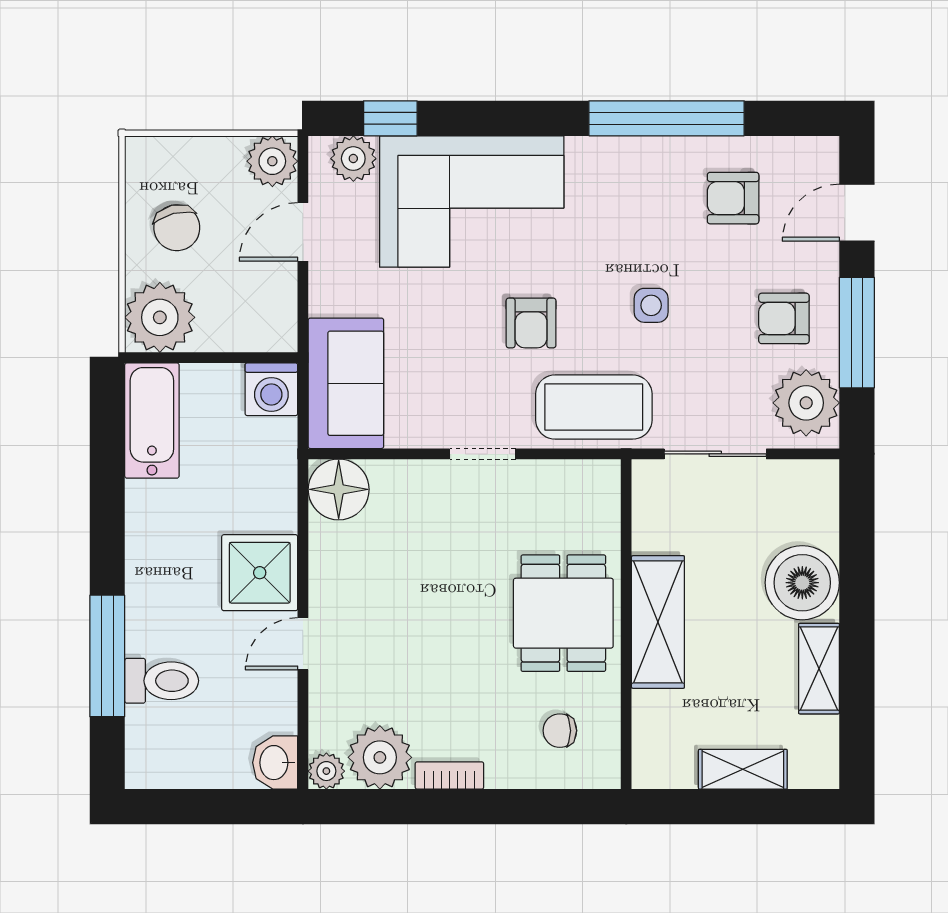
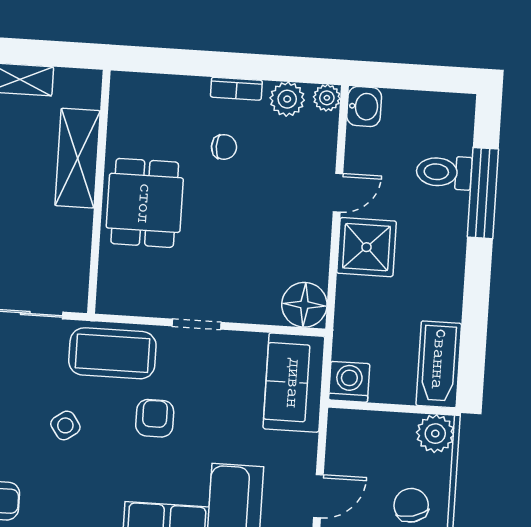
side table: (651, 305) -> (65, 425), turned -35
plant: (160, 317) -> (435, 434), width x0.73, depth x0.73
shelving: (658, 622) -> (78, 158), moved
chair: (560, 731) -> (224, 147), moved
plant: (380, 757) -> (287, 99), width x0.73, depth x0.73

